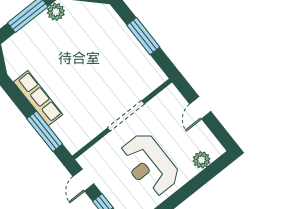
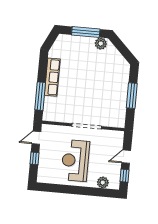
window: (218, 130) -> (125, 176), added

